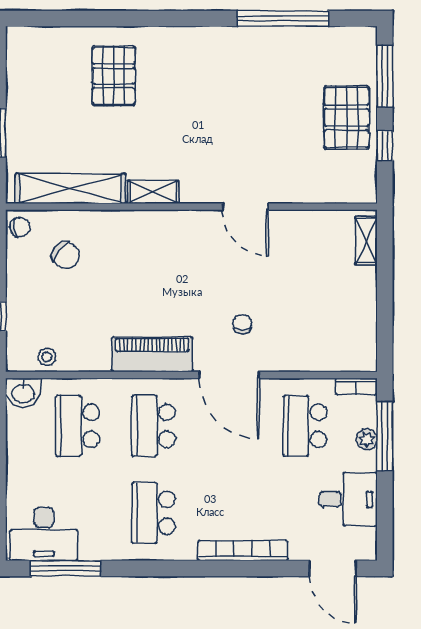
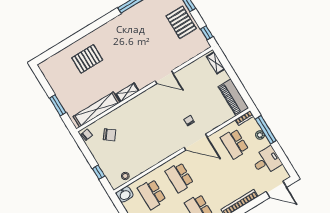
pallet: (114, 76) -> (87, 59), turned 90
window: (385, 146) -> (207, 33), moved
piano: (152, 354) -> (233, 97), moved, turned -90

